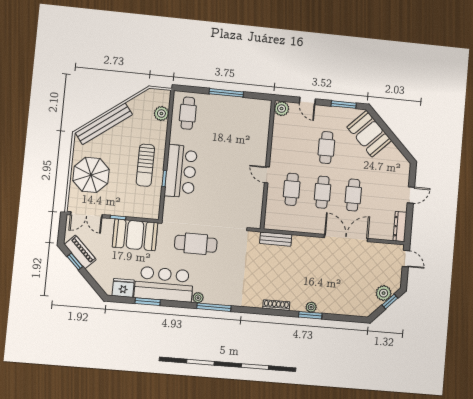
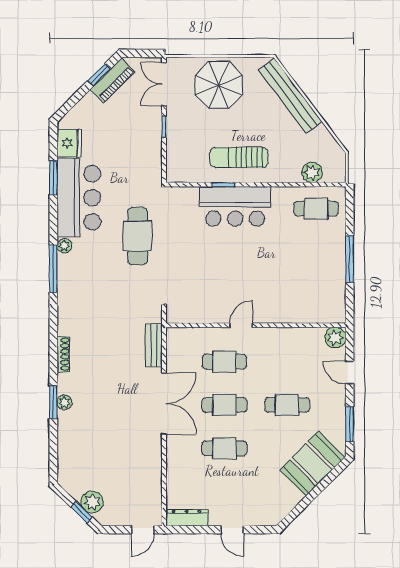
door: (307, 101) -> (350, 373), hinge flipped
booth: (135, 235) -> (142, 152), removed
double door: (346, 238) -> (164, 404), moved

